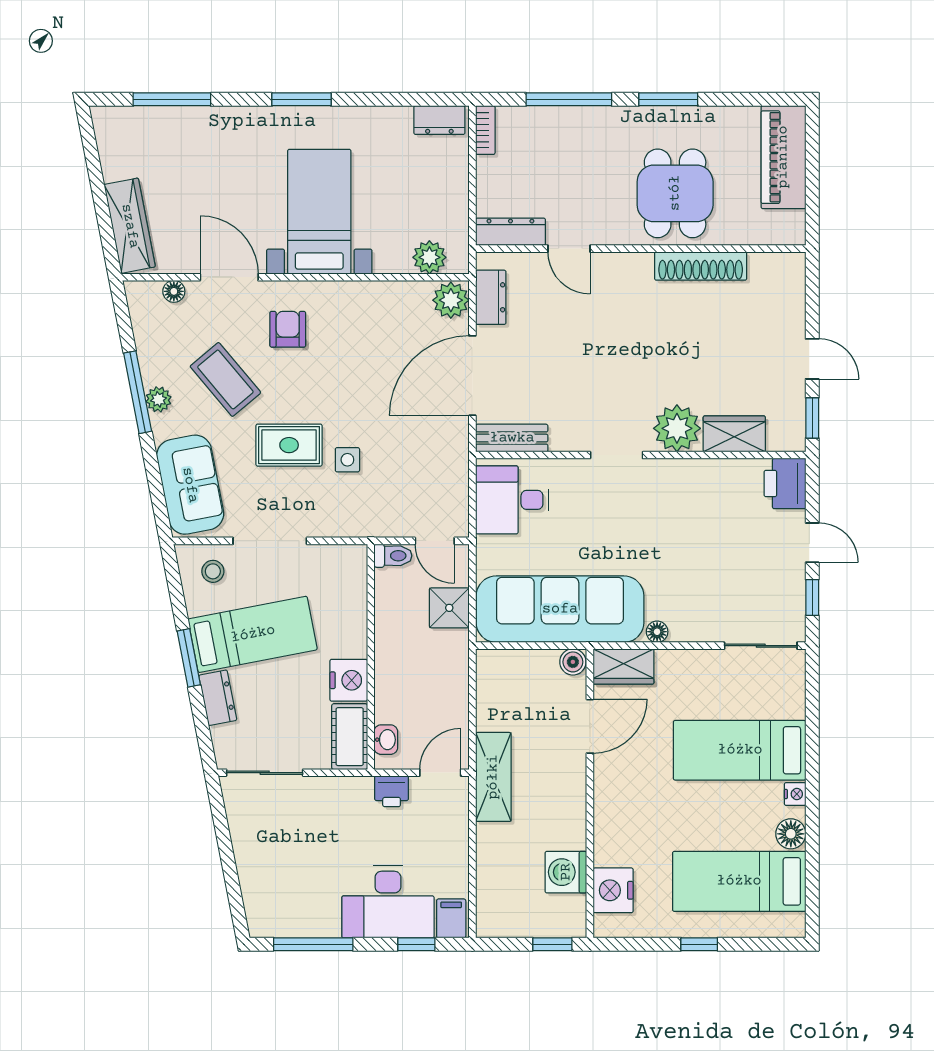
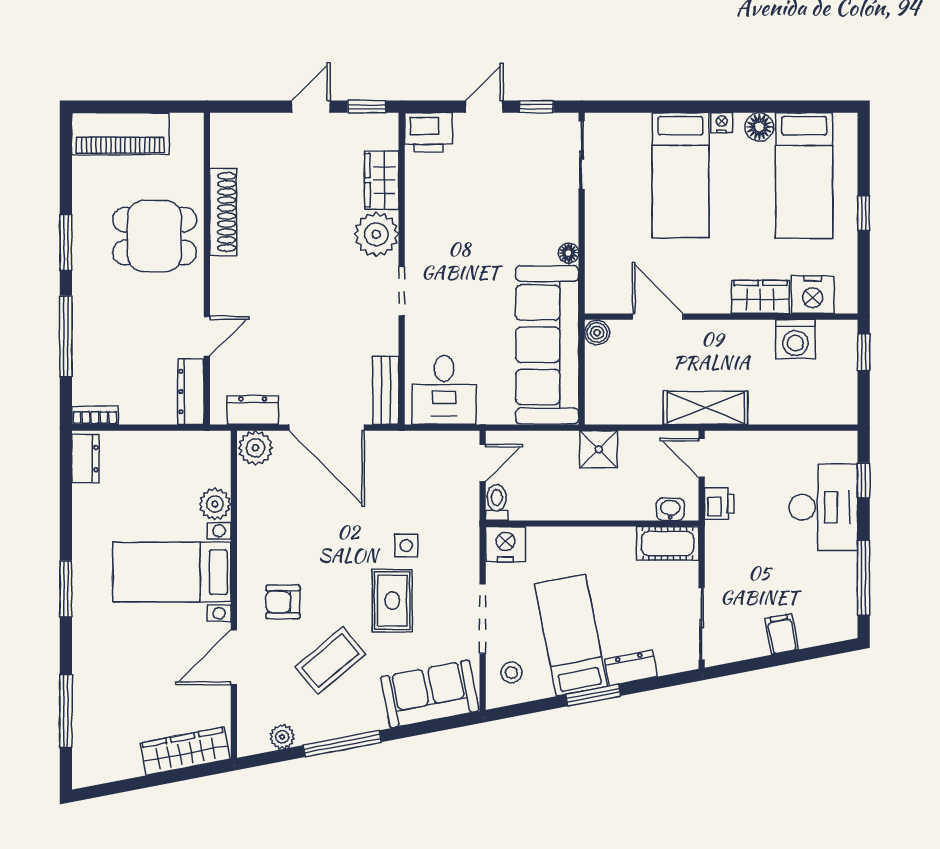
plant: (429, 257) -> (215, 504), moved
floor lamp: (174, 291) -> (247, 709), removed
plant: (159, 399) -> (282, 737), moved
shower: (449, 608) -> (599, 449), moved
wardrobe: (623, 666) -> (760, 297), moved, turned -90
nightstand: (349, 680) -> (505, 544), moved
filing cabinet: (451, 918) -> (782, 634), moved, turned 79

